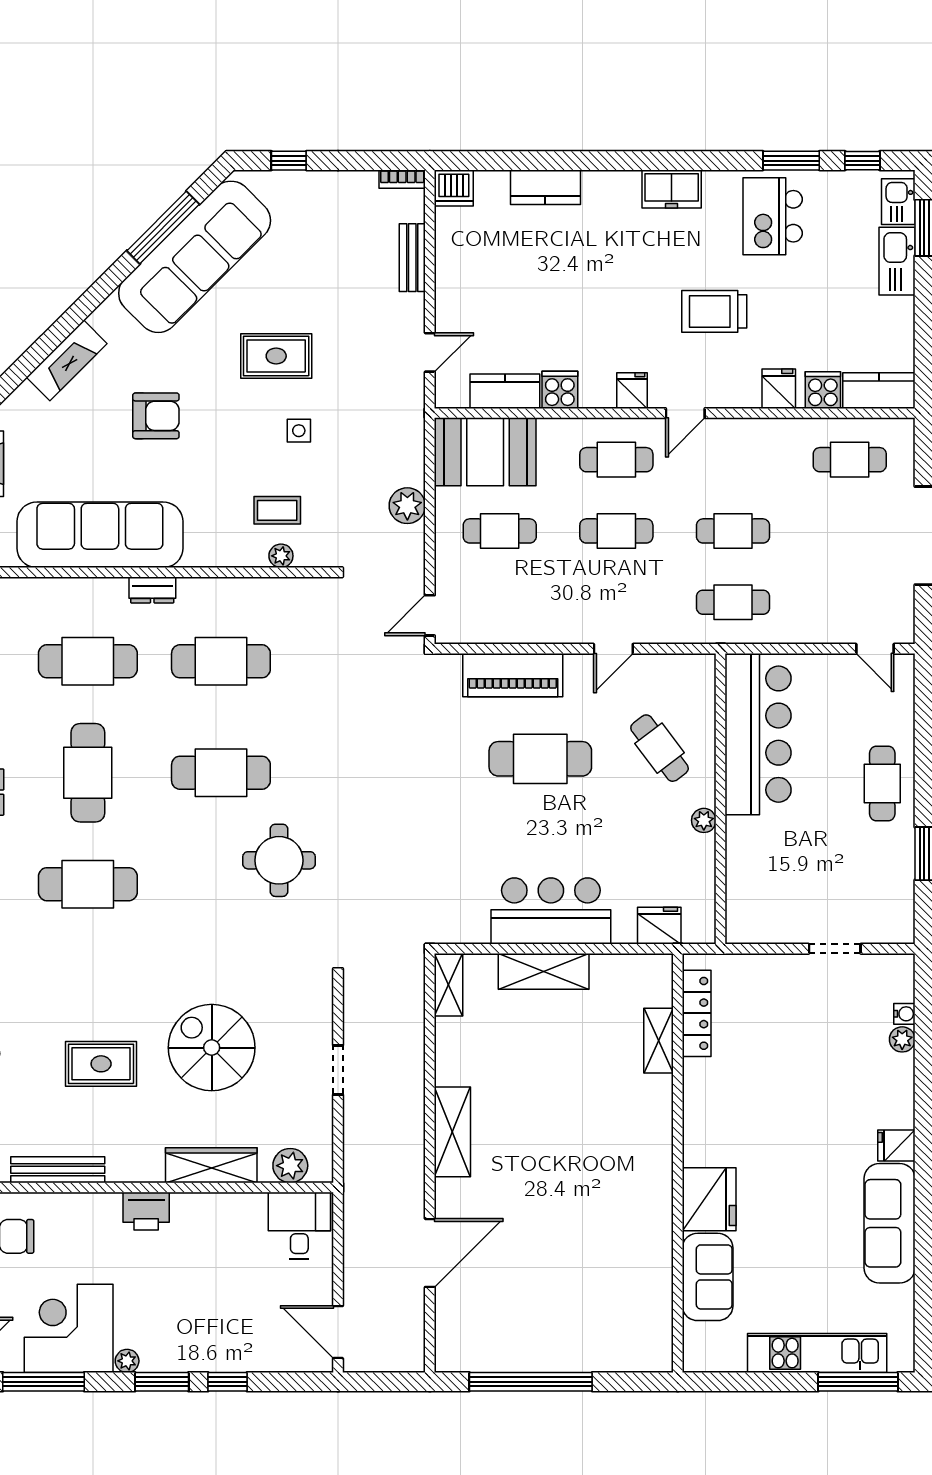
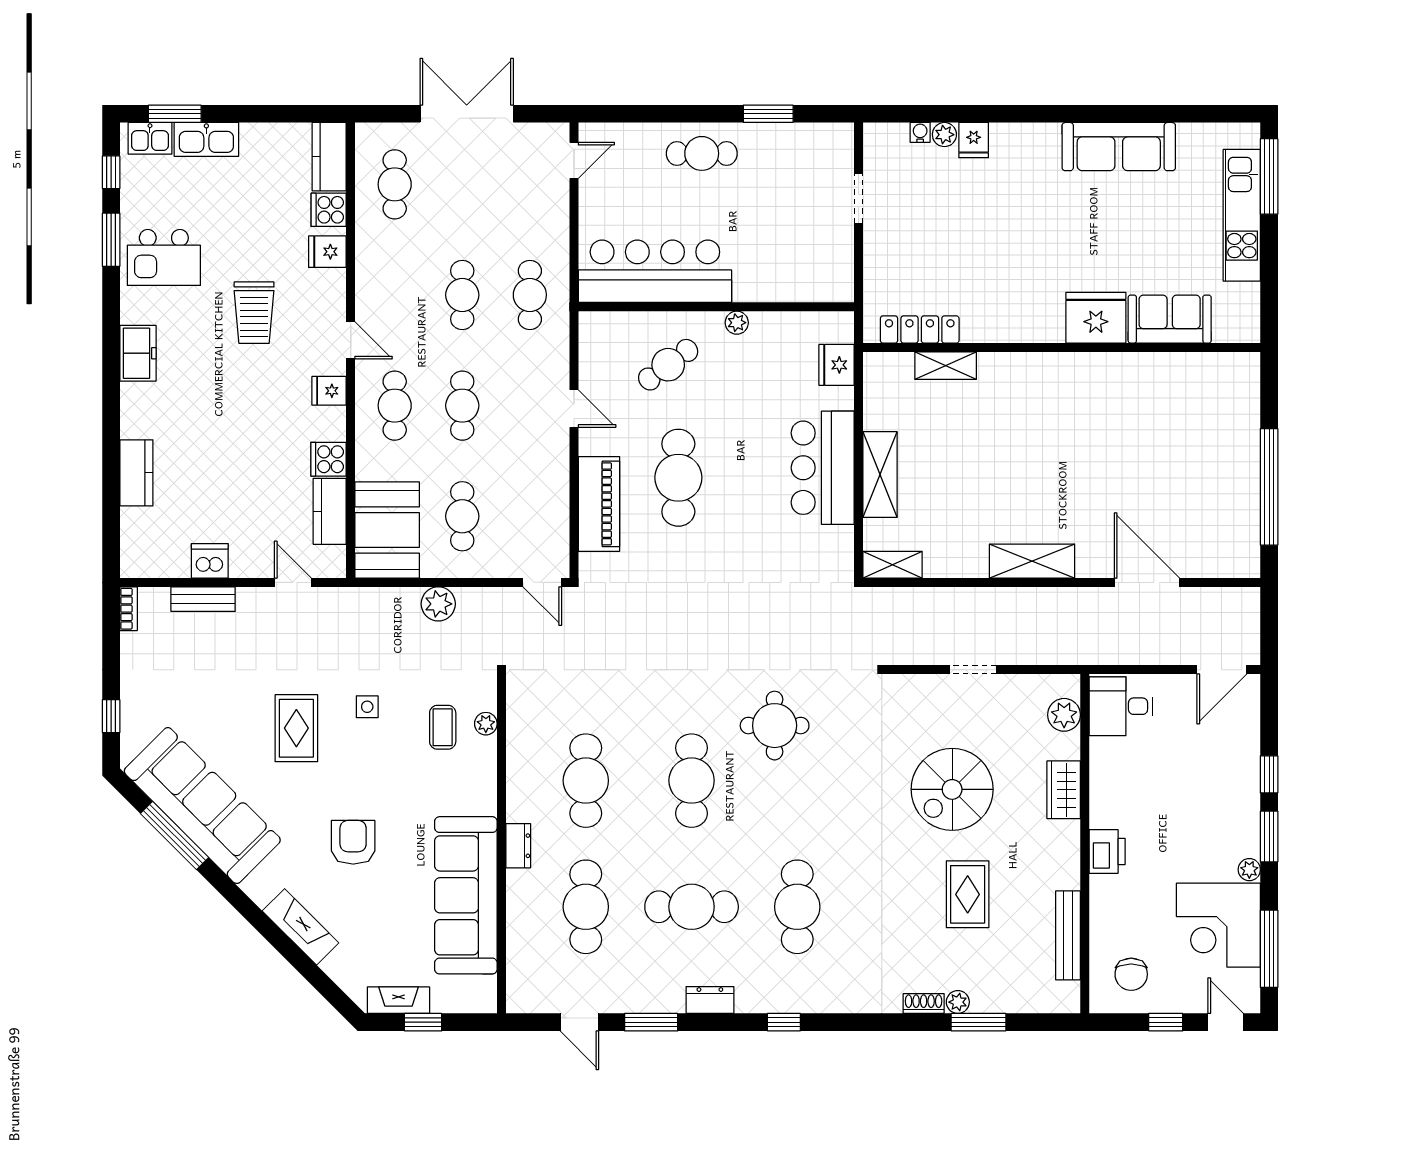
dishwasher: (454, 188) -> (210, 561), moved, turned -90
fridge: (896, 1145) -> (974, 140), moved
wardrobe: (211, 1165) -> (1064, 790), width x0.67

